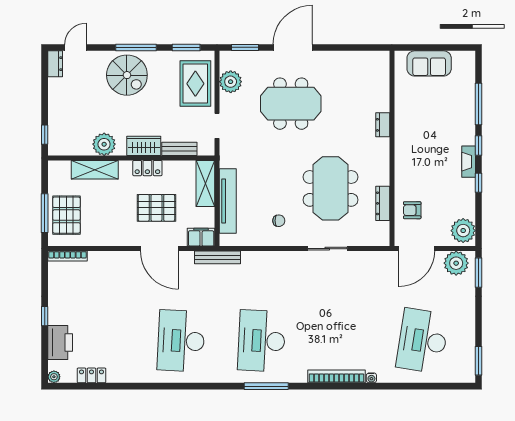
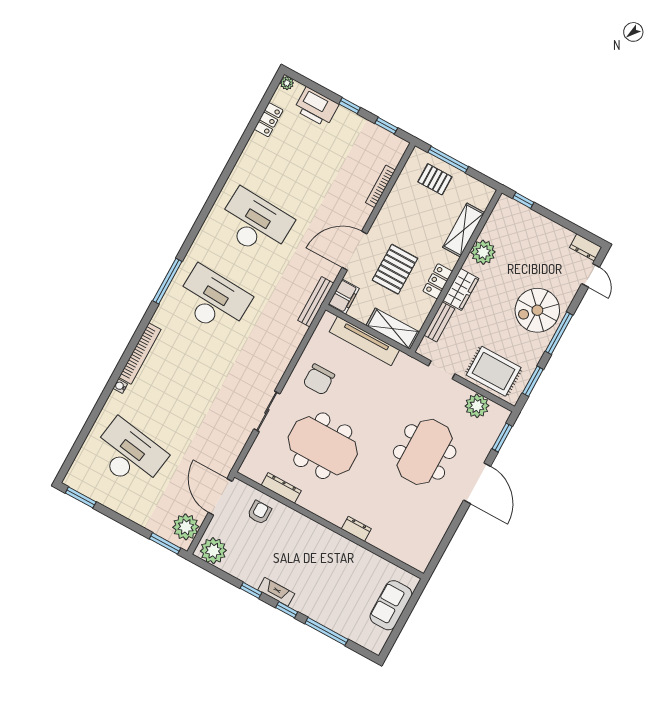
pallet: (66, 215) -> (435, 179), width x0.67, depth x0.71
chair: (279, 221) -> (319, 379), width x1.87, depth x1.87
bookcase: (67, 256) -> (380, 186), moved
window: (45, 278) -> (386, 126), added

